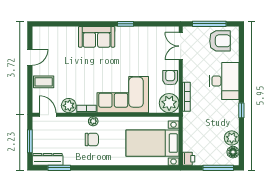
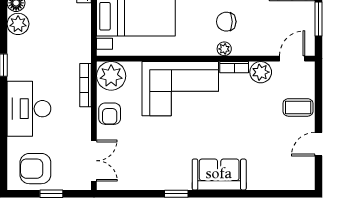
window: (209, 24) -> (51, 194), width x0.46
door: (48, 115) -> (292, 59), swing flipped

